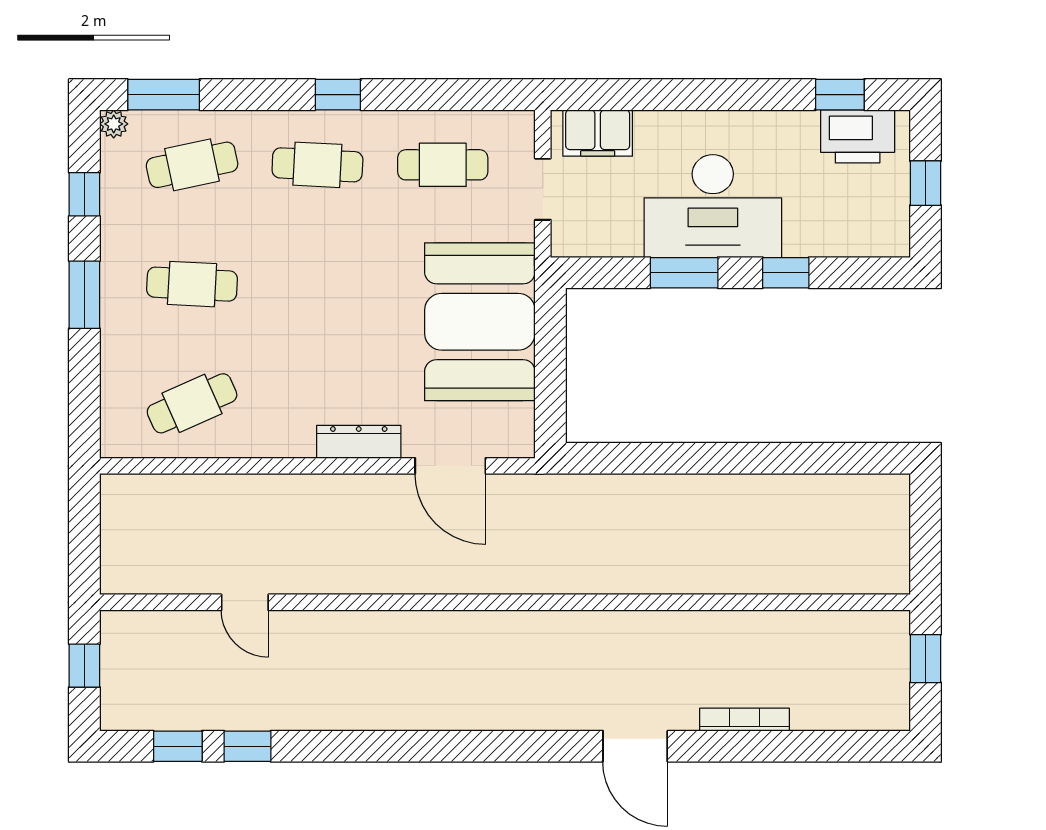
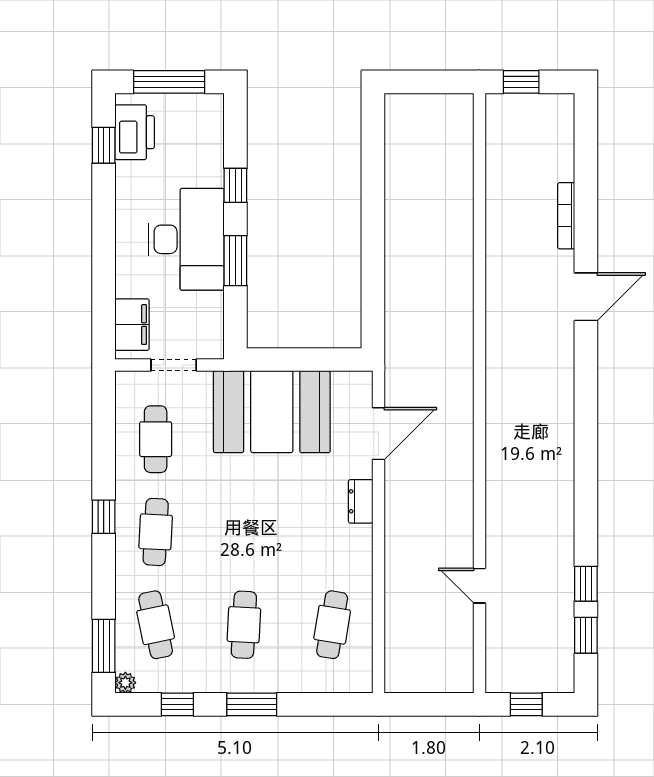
window: (925, 183) -> (169, 82), width x2.17
cafe table: (192, 403) -> (332, 625), turned 33
dresser: (359, 442) -> (361, 501), width x0.70
door: (245, 602) -> (479, 586), swing flipped

